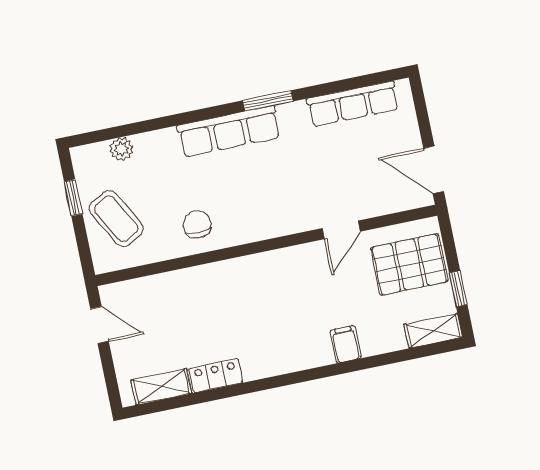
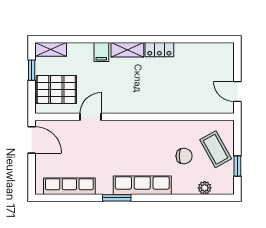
chair: (197, 224) -> (184, 156), moved, turned -90
locker: (216, 376) -> (159, 50), moved
shelving: (161, 387) -> (127, 50), moved

